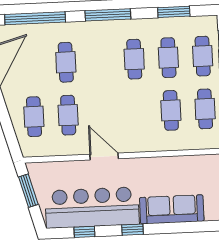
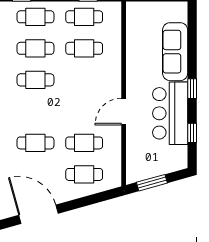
bar counter: (92, 208) -> (170, 113), width x0.73

